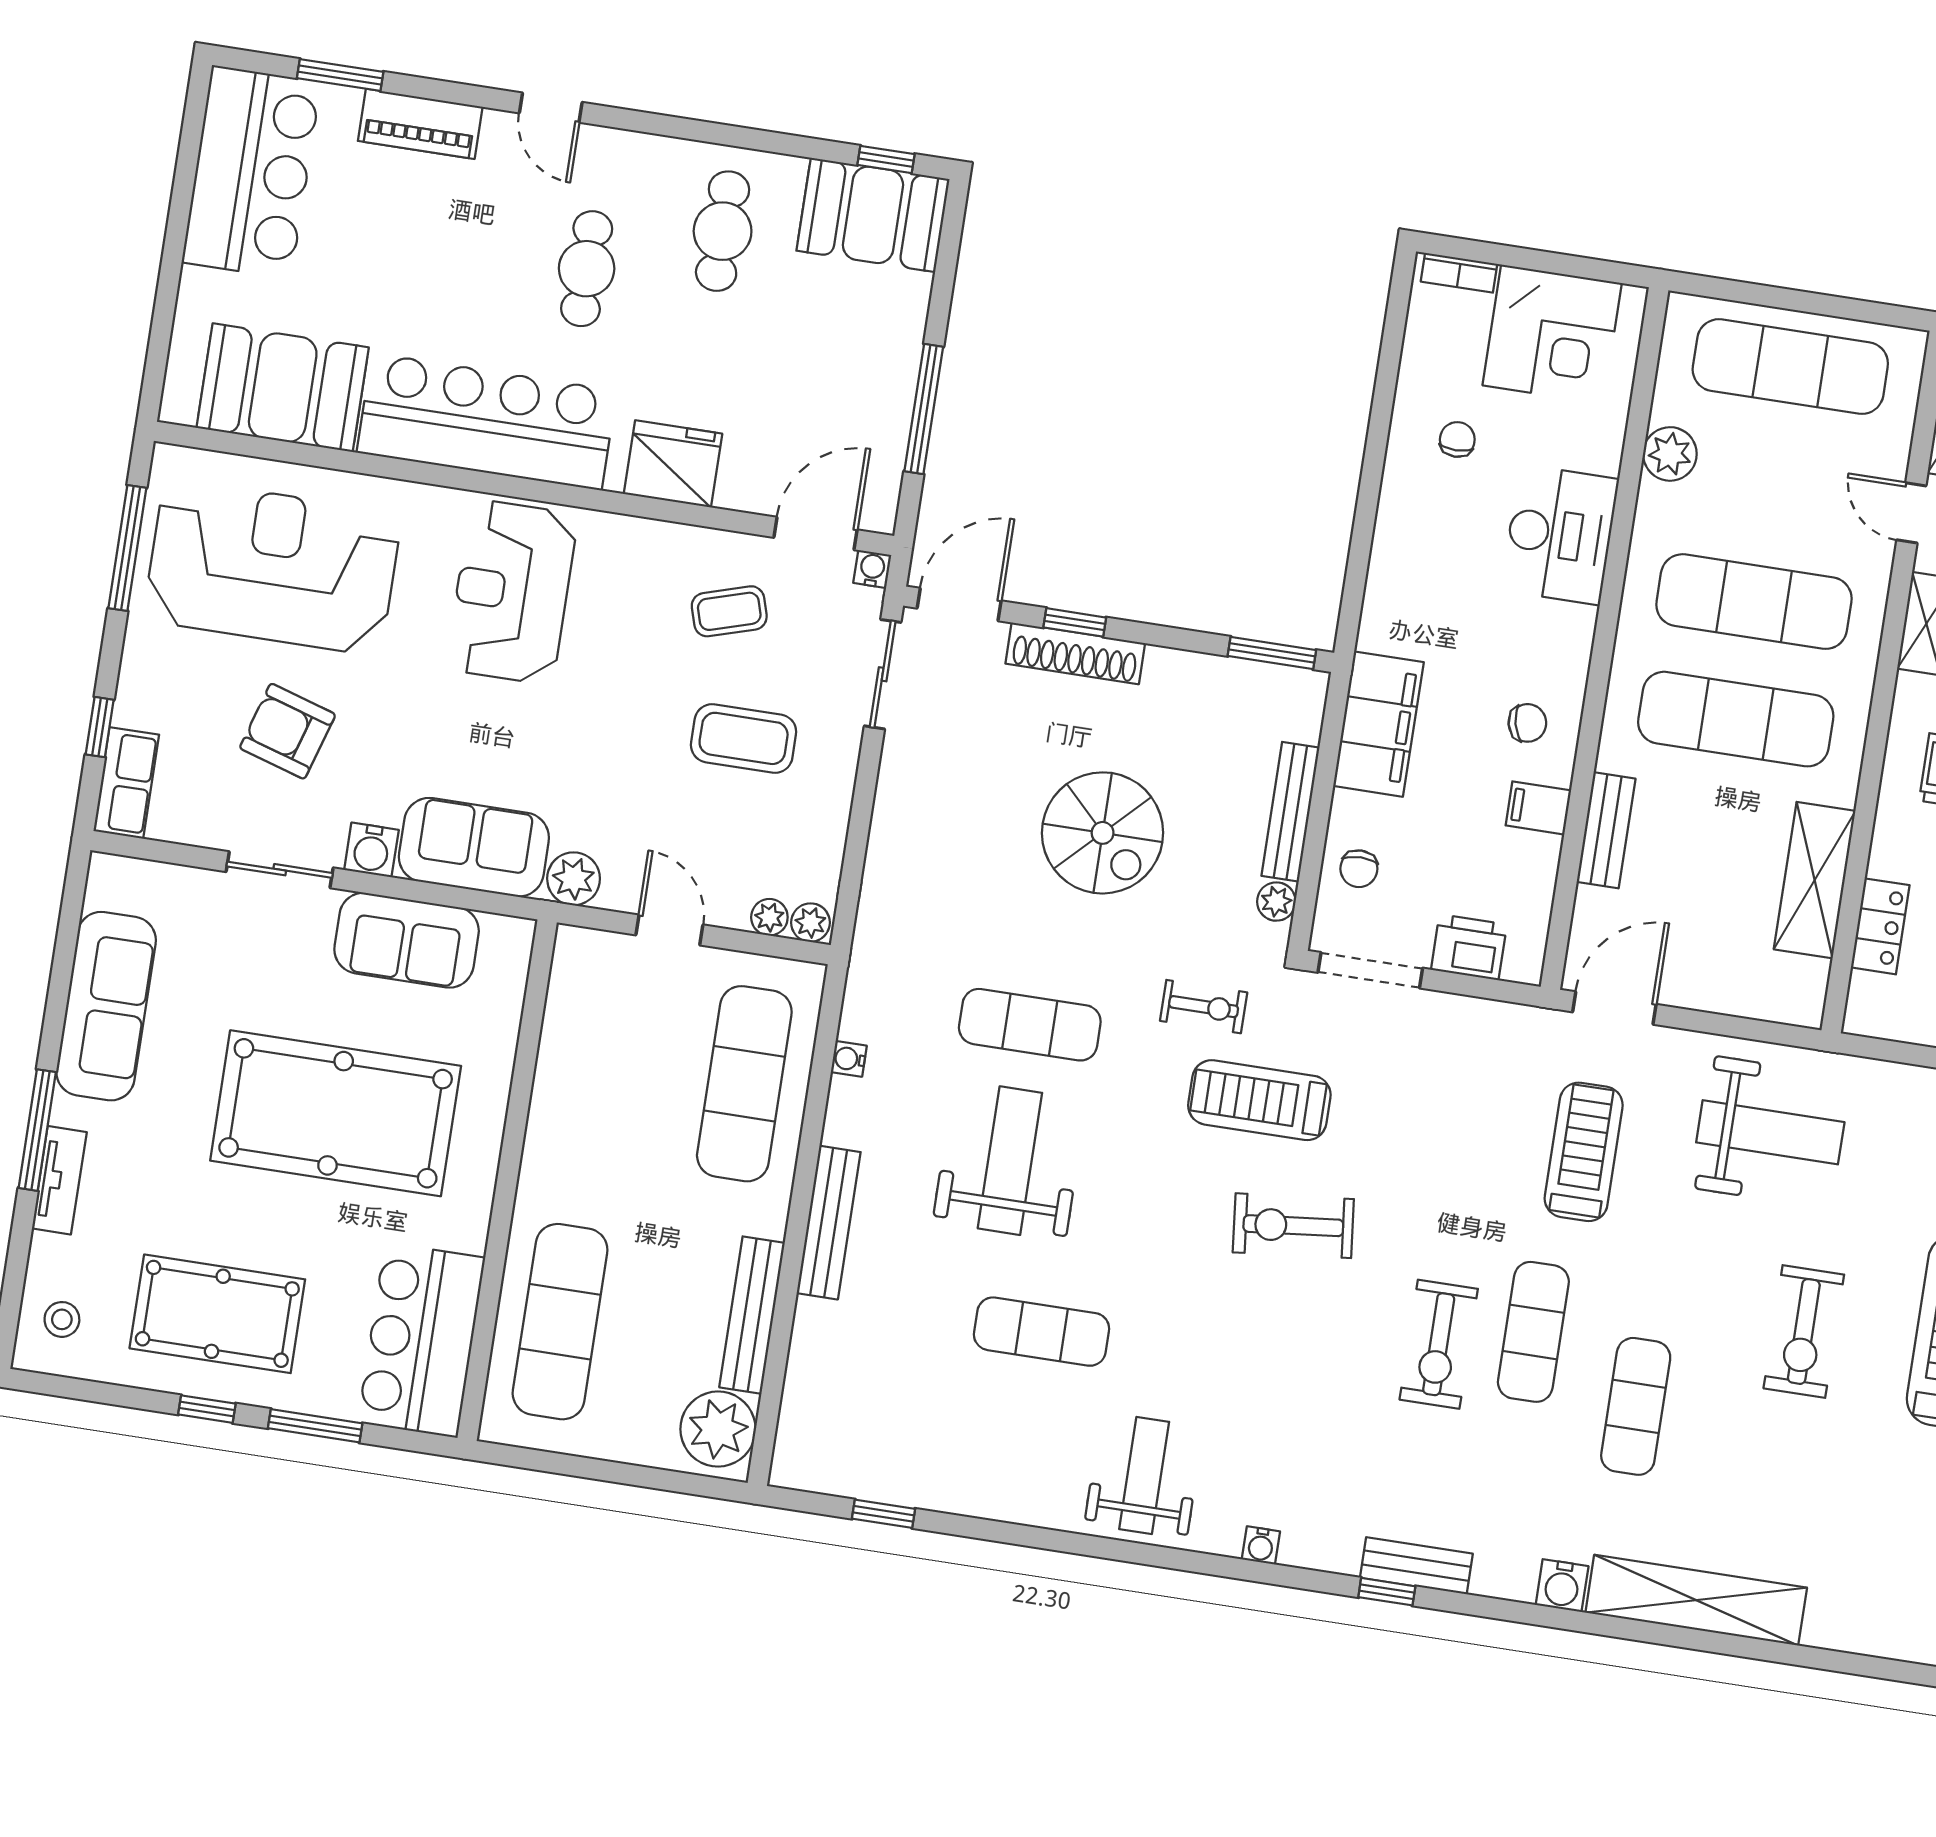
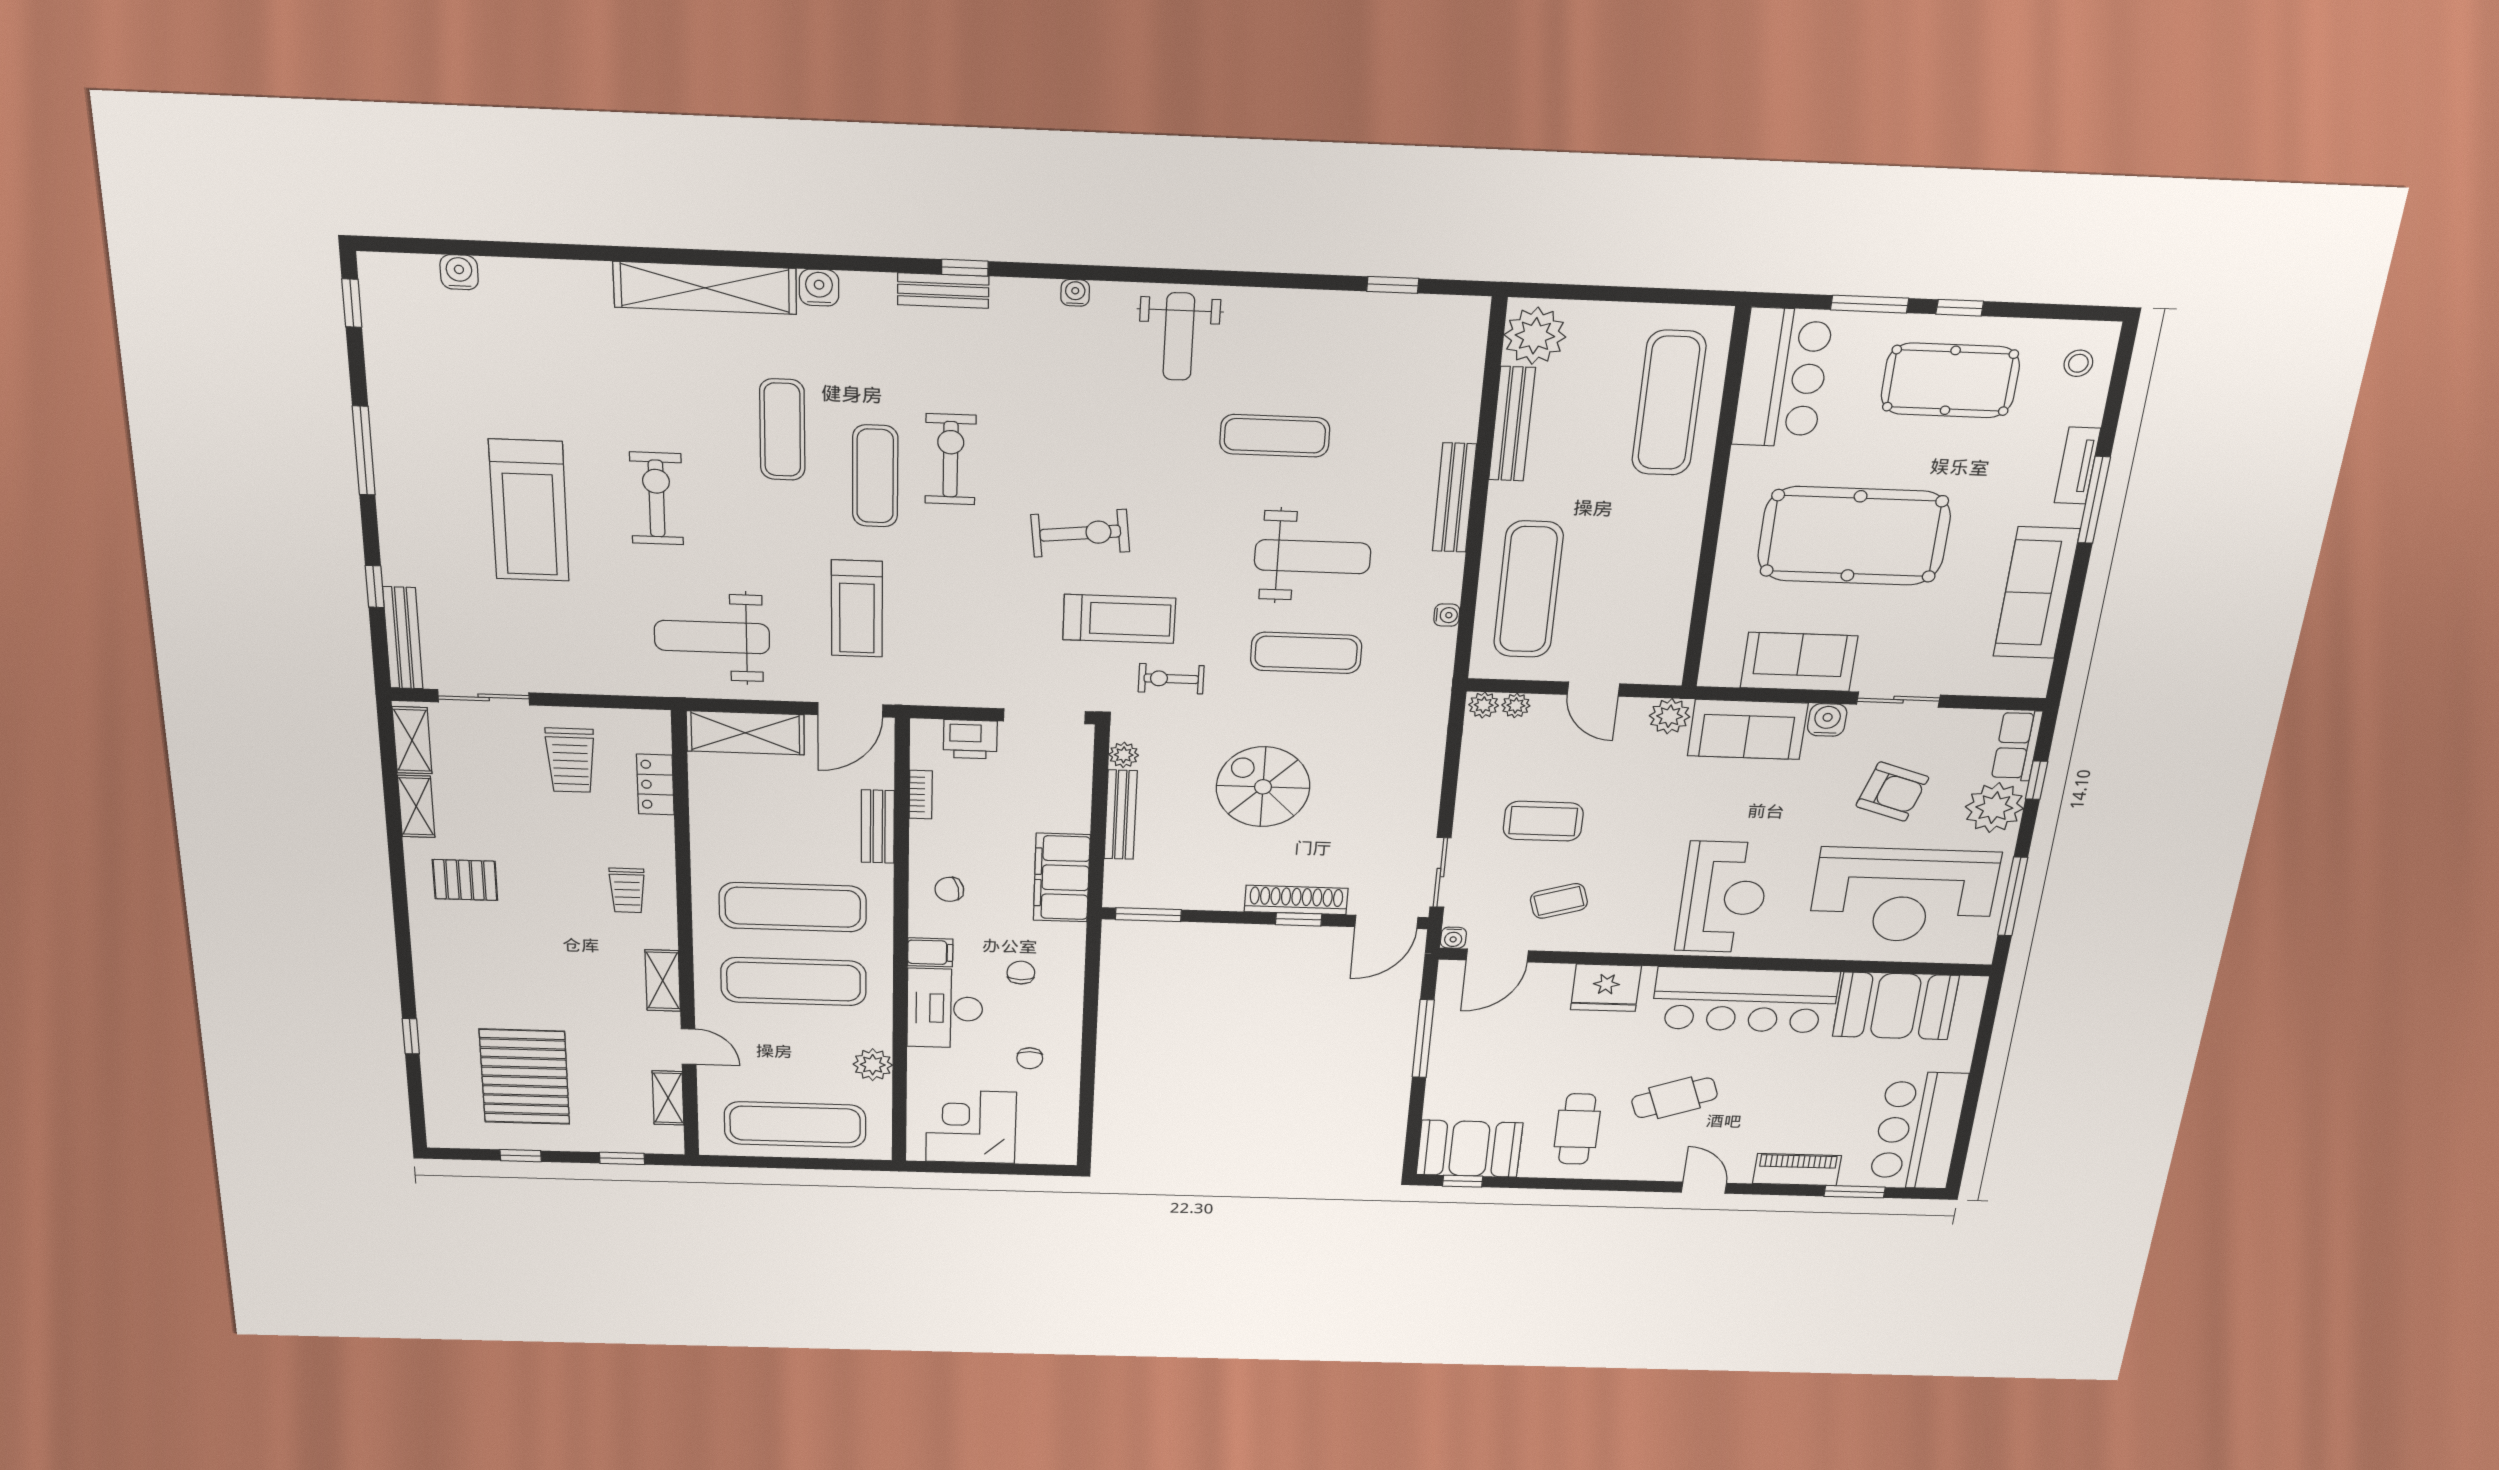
cafe table: (587, 269) -> (1675, 1098), turned 70
bookcase: (1459, 273) -> (921, 795), moved, turned 90
plant: (154, 691) -> (1994, 808), added
filing cabinet: (1538, 808) -> (930, 952), moved
chair: (1359, 869) -> (1021, 973), moved
shelving: (1815, 880) -> (745, 733), moved, turned 90
weight bench: (1010, 1161) -> (1313, 557), turned -90

